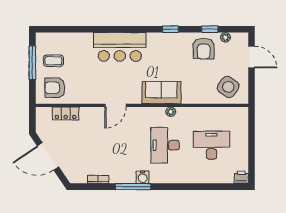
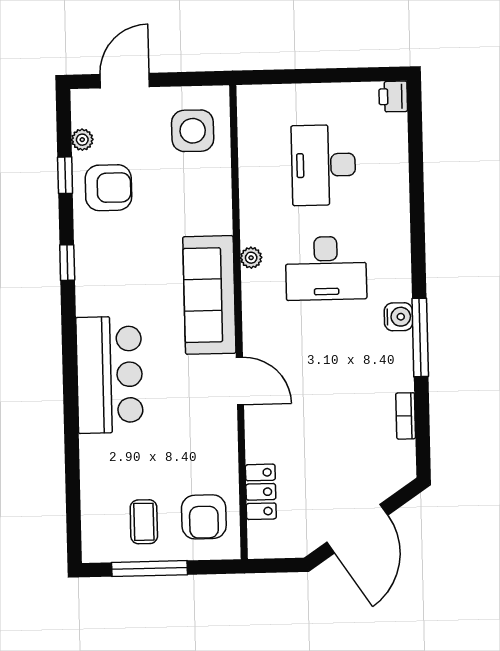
side table: (228, 87) -> (193, 131), turned -36
sofa: (161, 93) -> (209, 295), width x1.36

